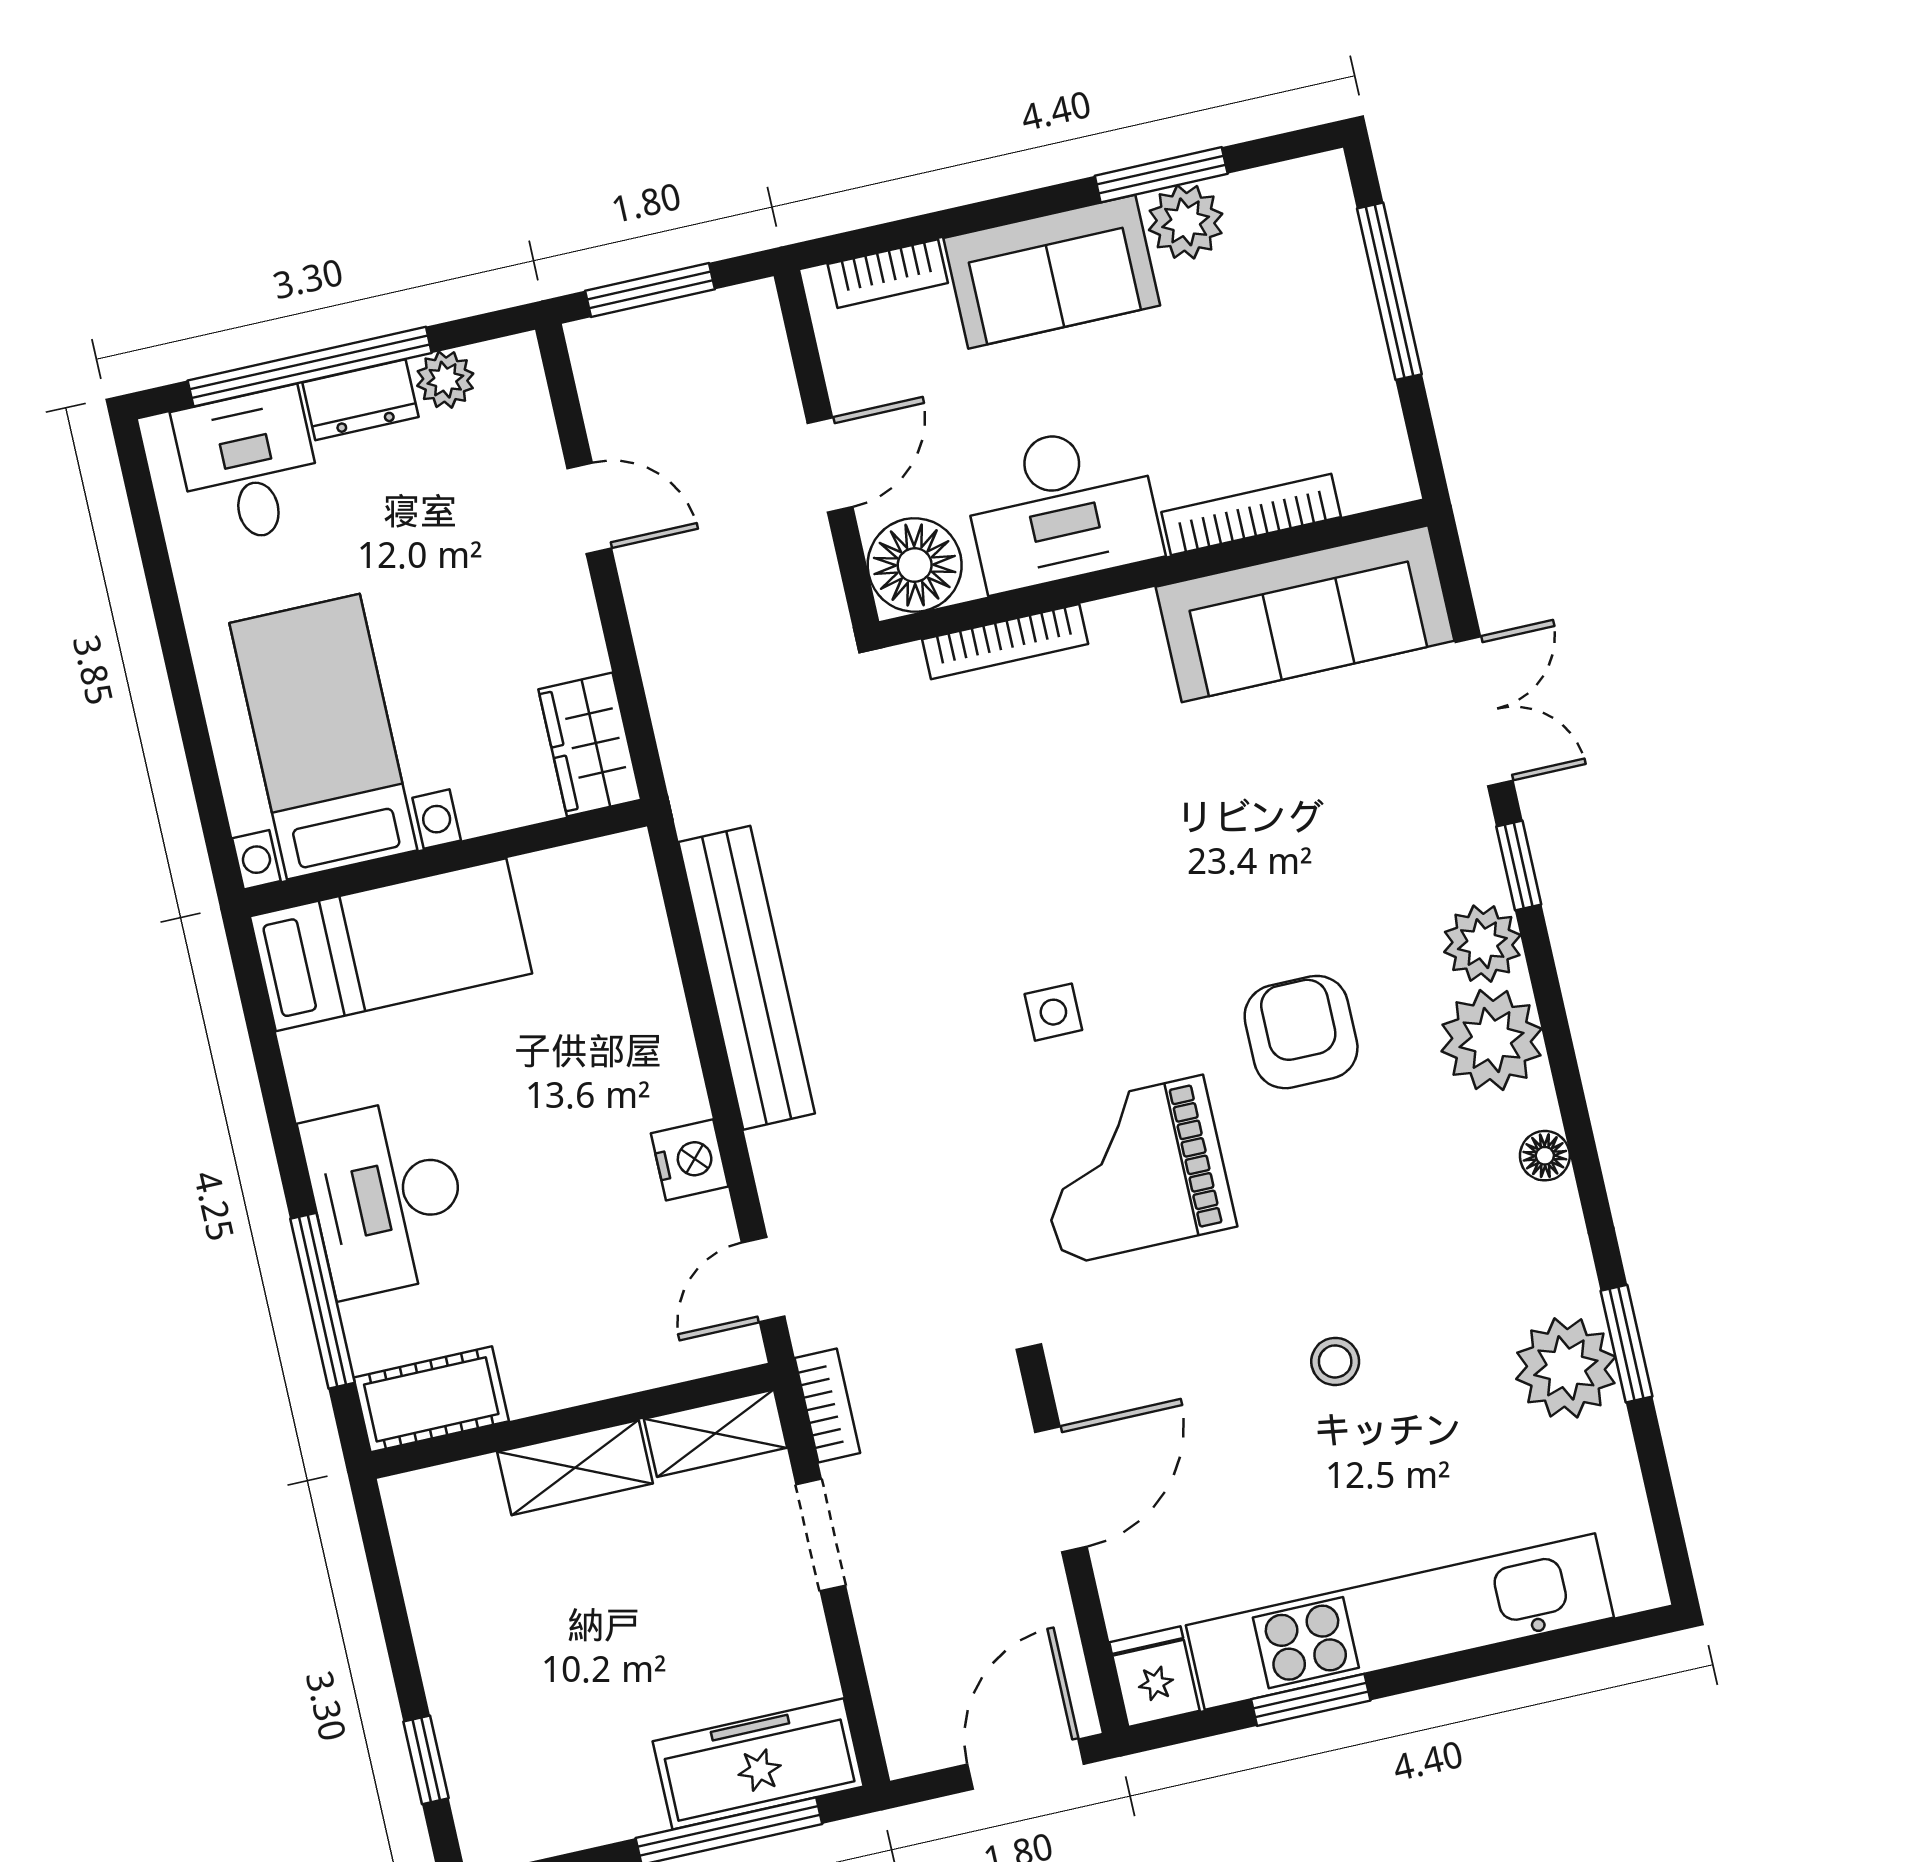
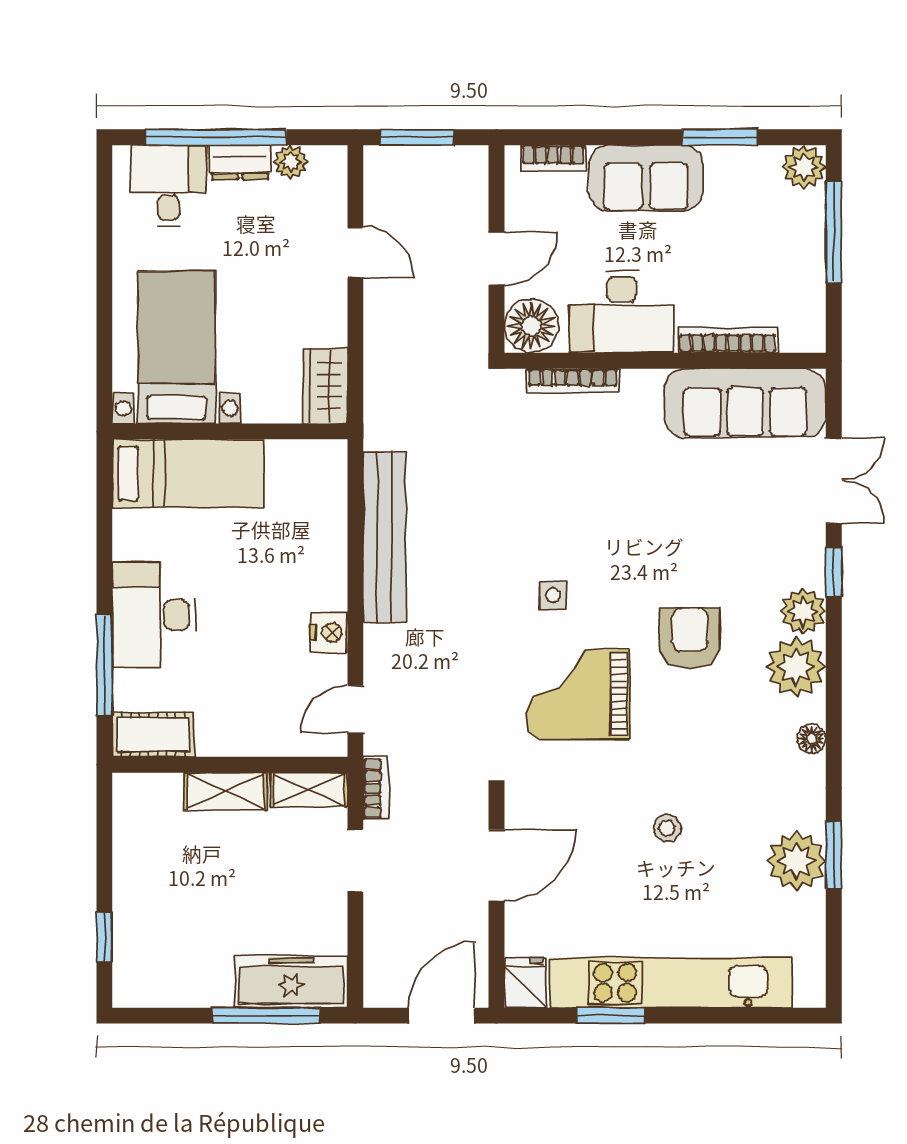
plant: (1186, 222) -> (804, 167), moved

